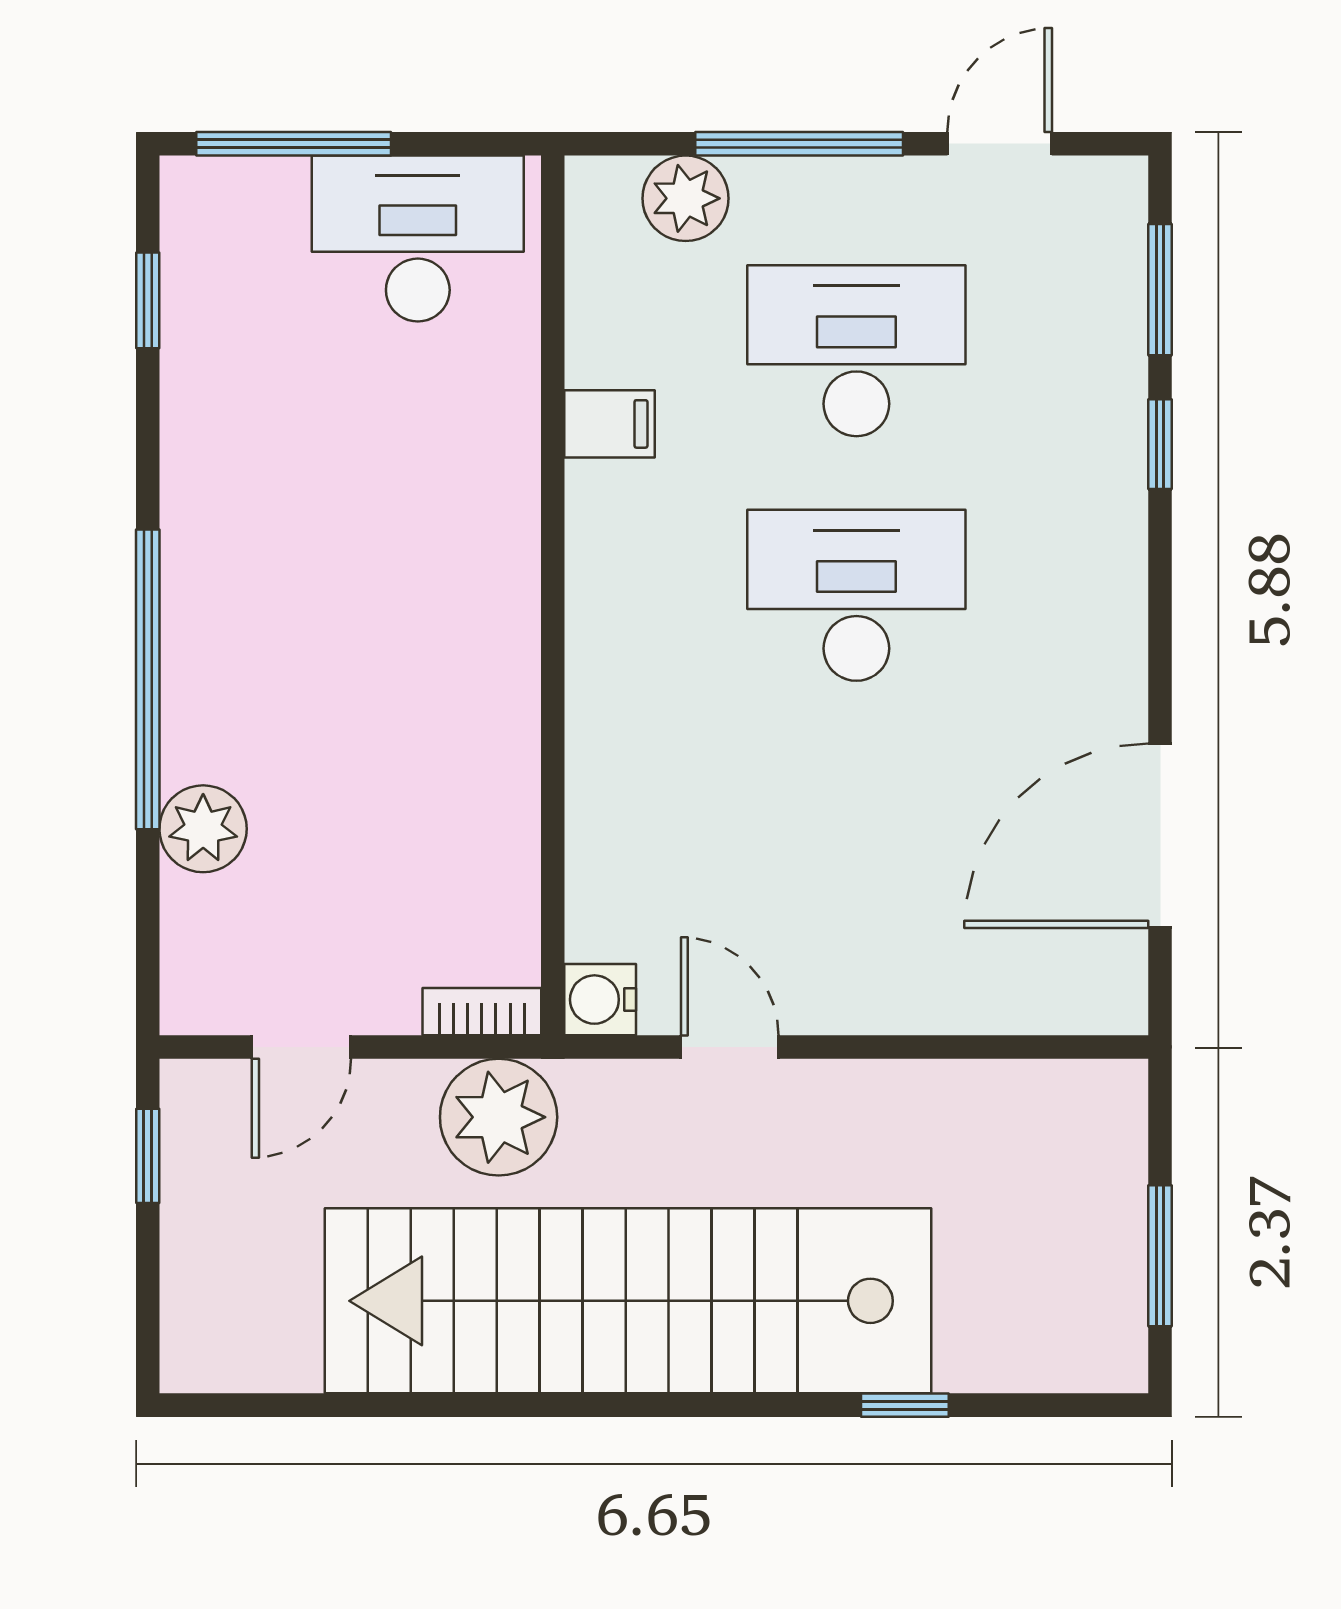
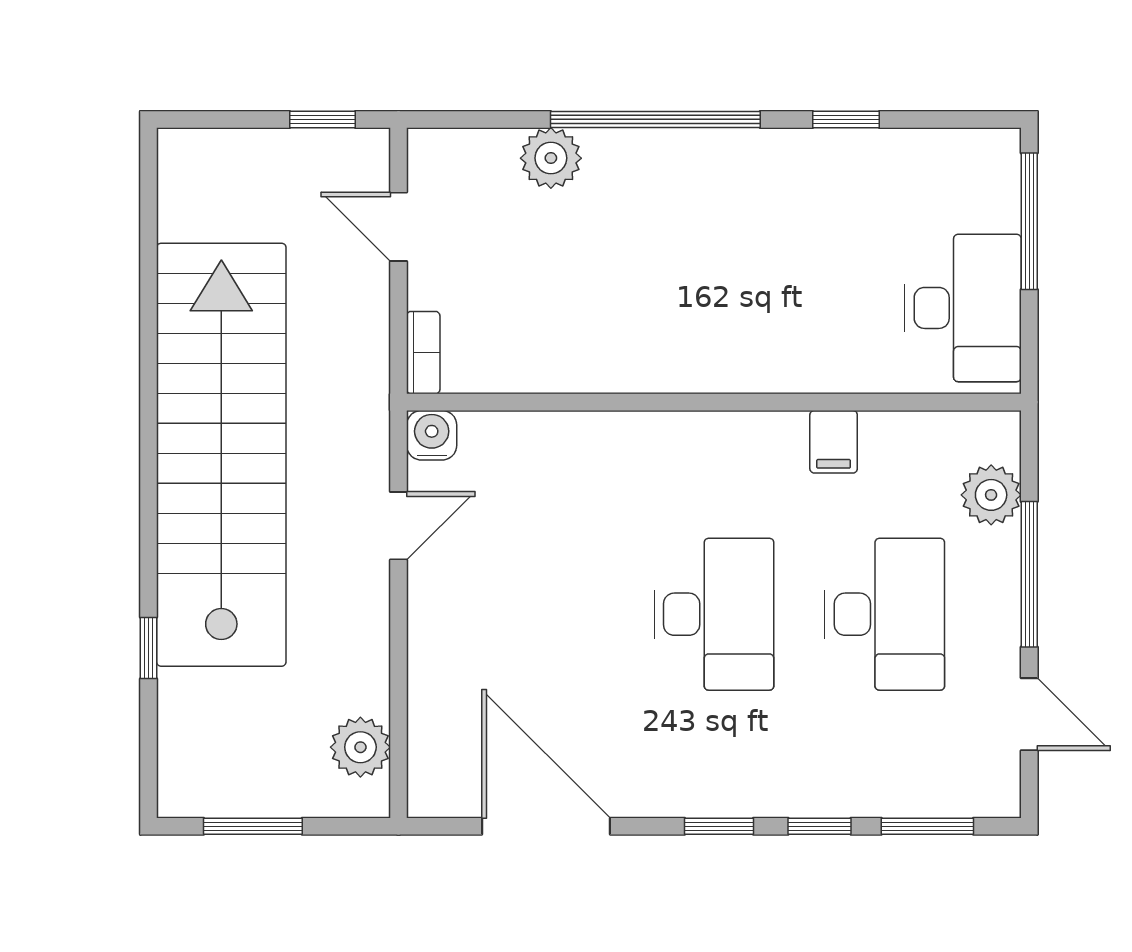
window: (148, 300) -> (846, 119), moved
window: (1160, 588) -> (719, 826), added
plant: (499, 1117) -> (360, 747), moved, width x0.73, depth x0.73

